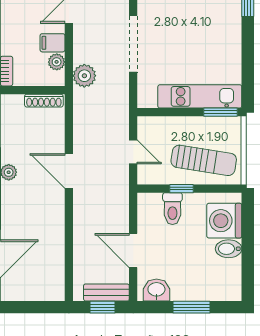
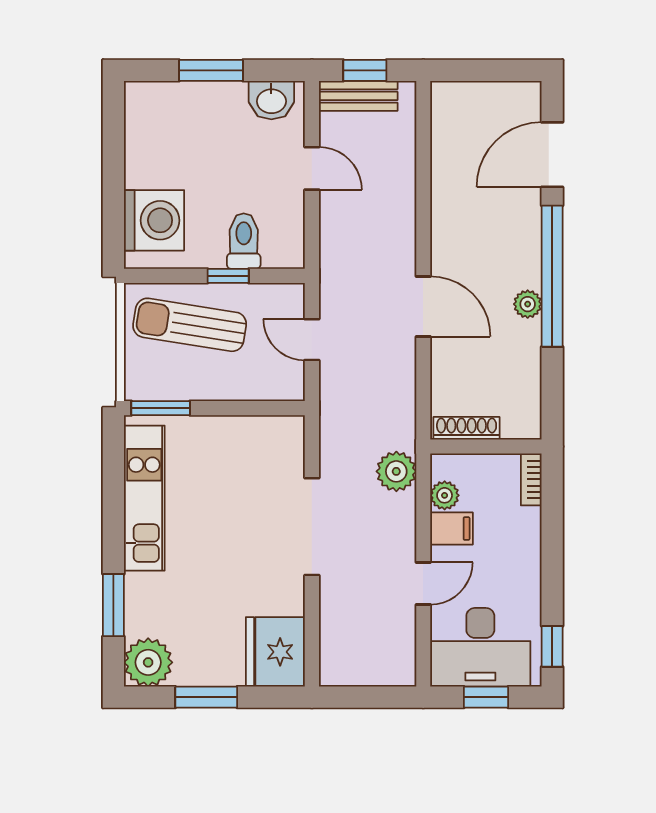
kitchen unit: (200, 96) -> (144, 498), moved, turned -90
bidet: (229, 249) -> (147, 172), removed
door: (133, 251) -> (312, 168), width x0.73

